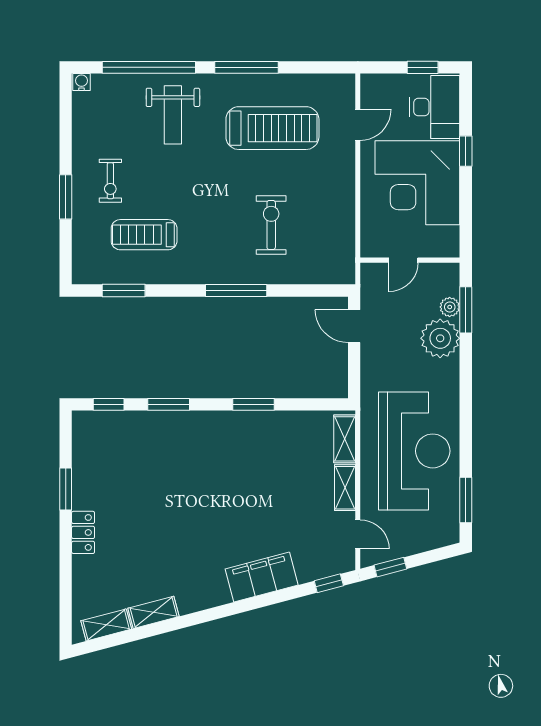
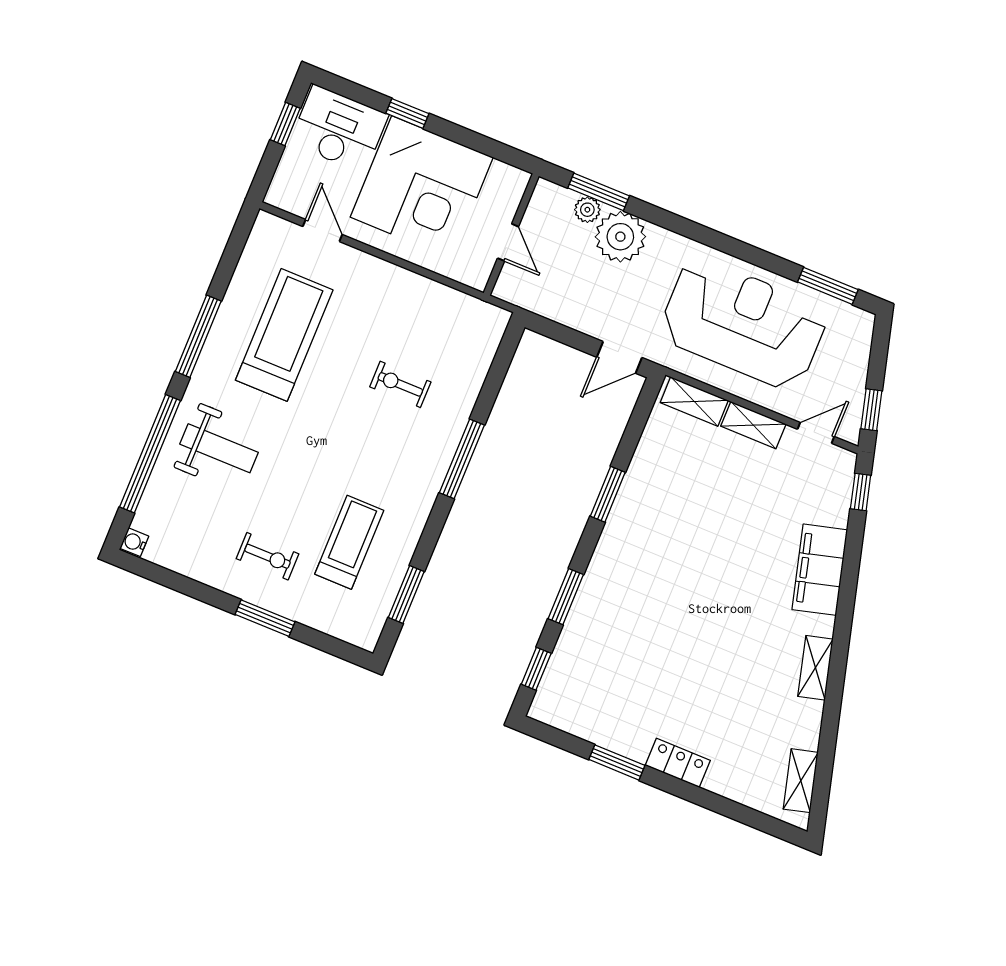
exercise bike: (271, 225) -> (400, 384), width x0.73, depth x0.72
treadmill: (144, 235) -> (349, 542), turned 180
door: (354, 326) -> (619, 357), moved
shelving: (154, 612) -> (815, 668), moved

